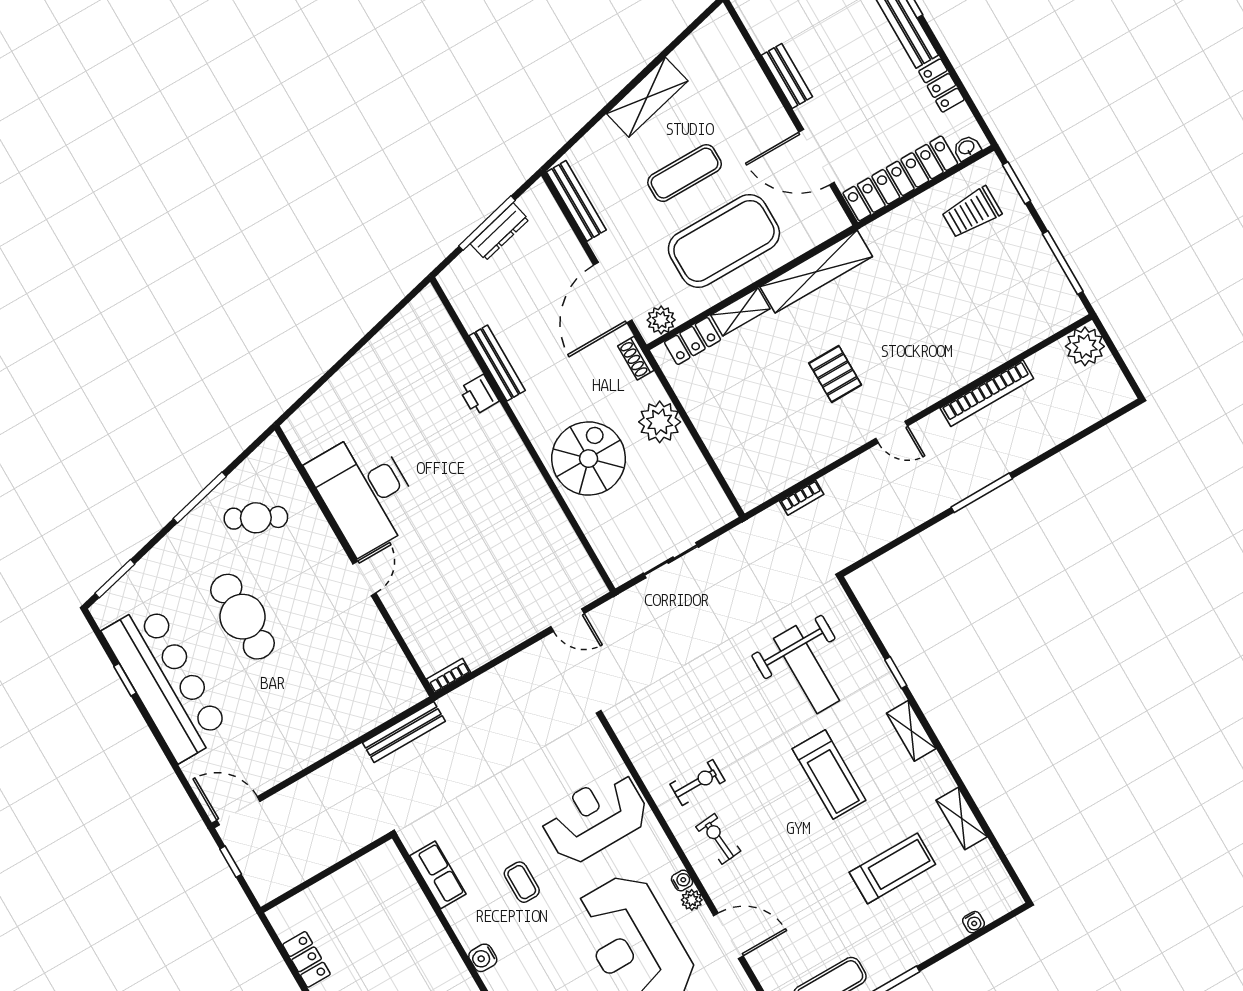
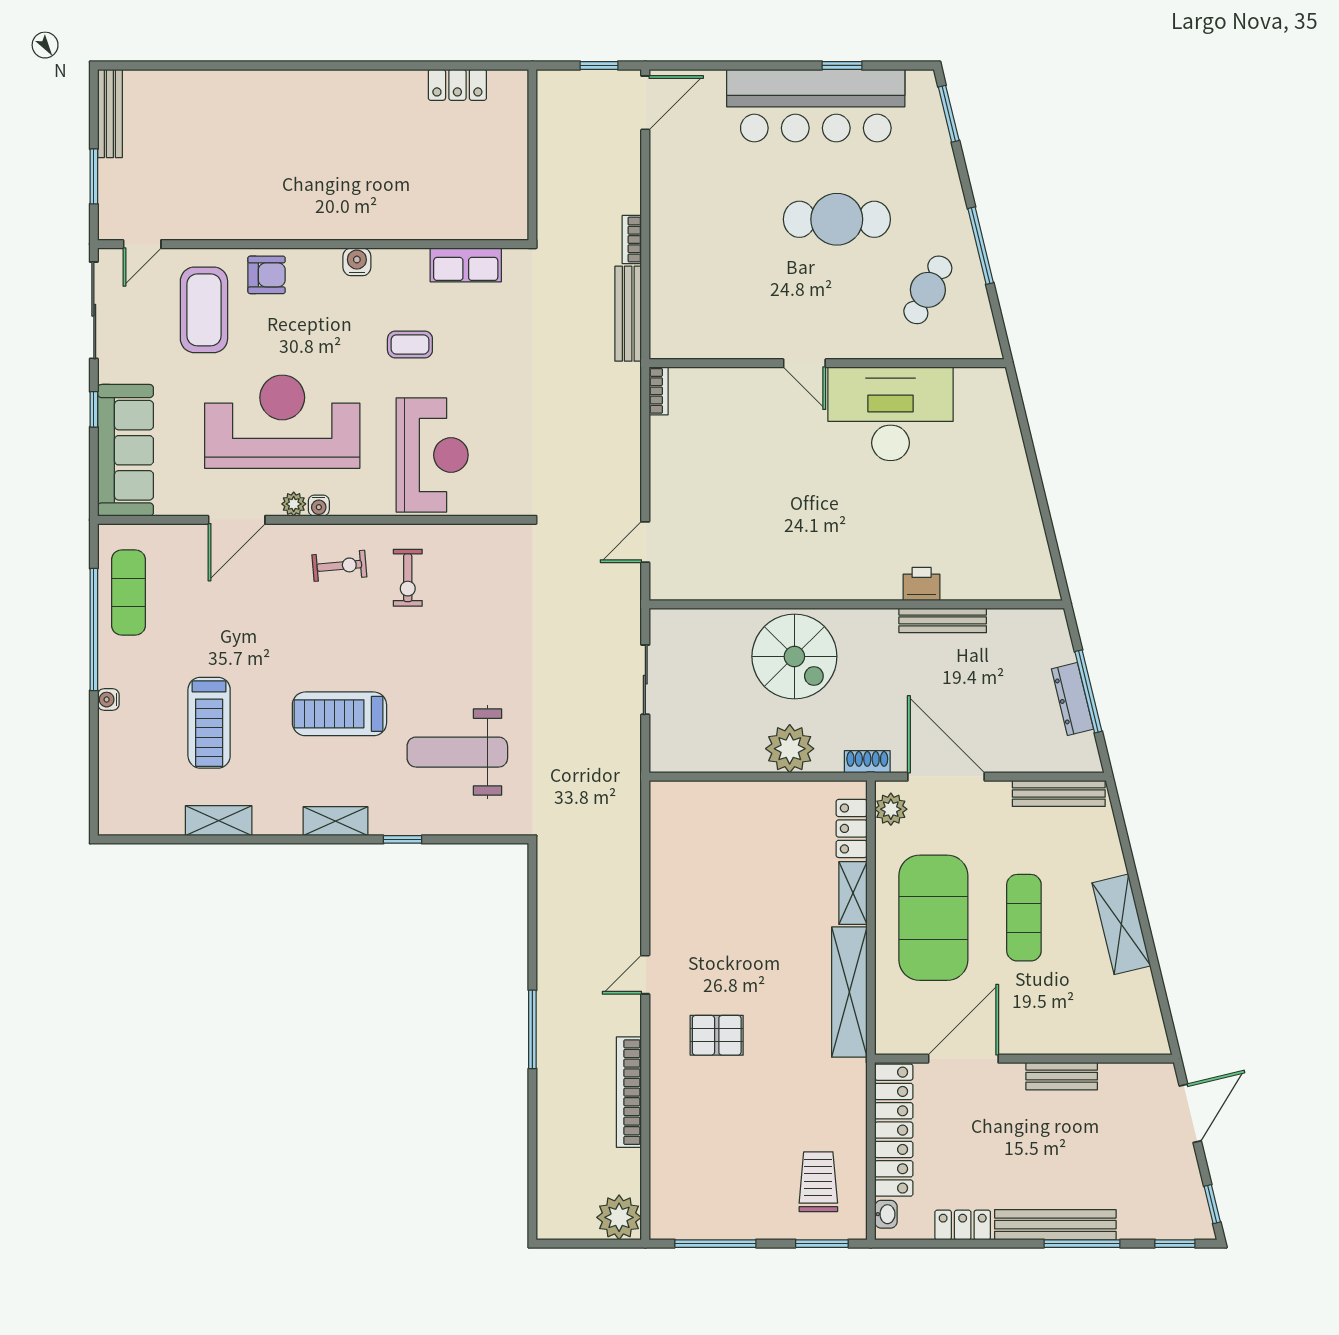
pallet: (835, 374) -> (717, 1035), moved
bookcase: (802, 498) -> (632, 240), moved
water cooler: (973, 922) -> (108, 700), moved

